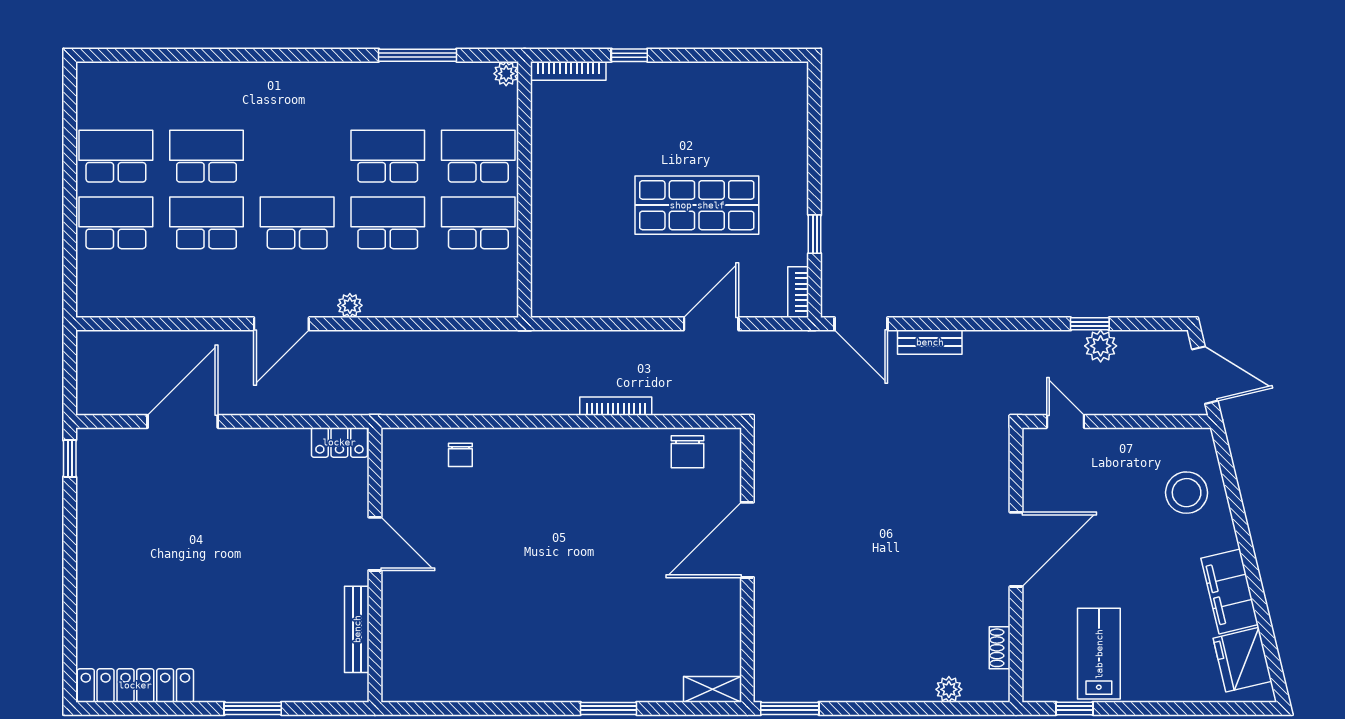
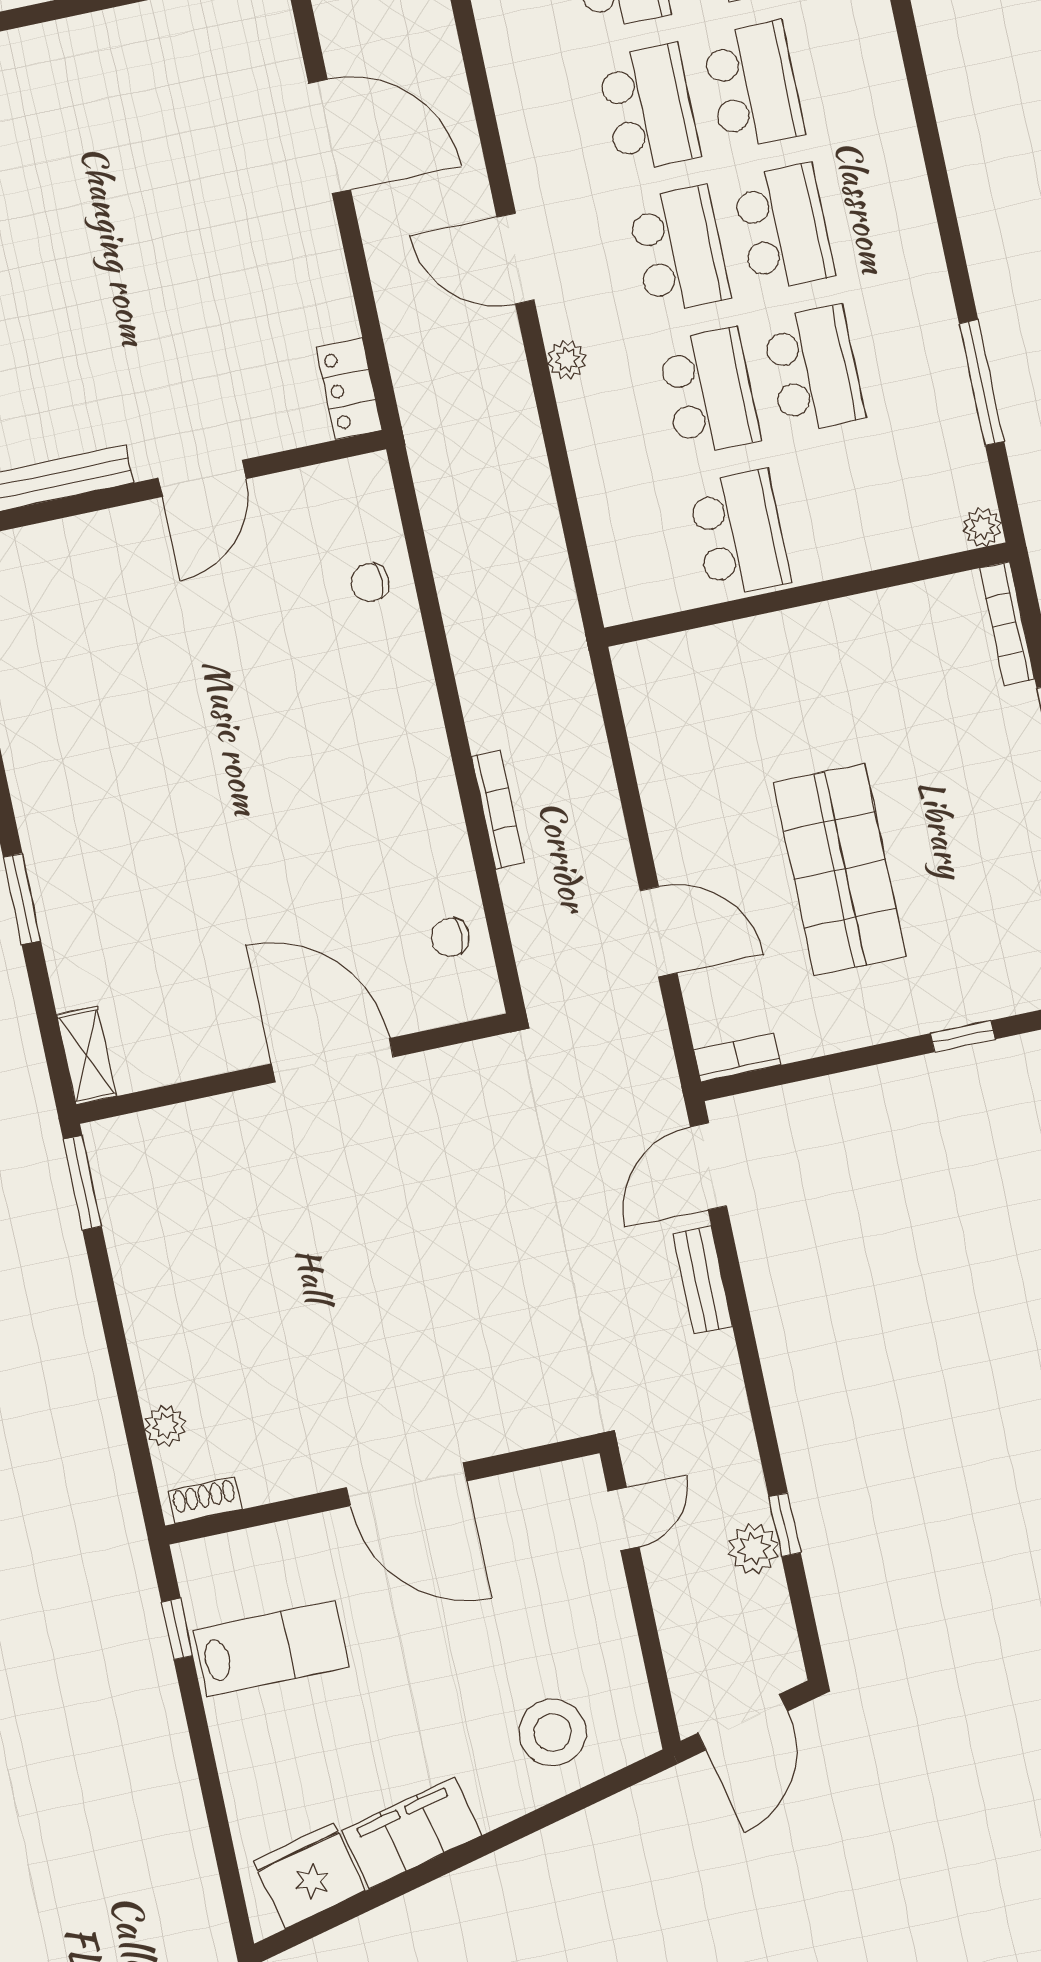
school desk: (478, 156) -> (783, 227), moved
window: (815, 234) -> (963, 1036), moved
chair: (688, 452) -> (450, 937), width x0.73, depth x0.73
shoe rack: (1000, 648) -> (205, 1500), moved

